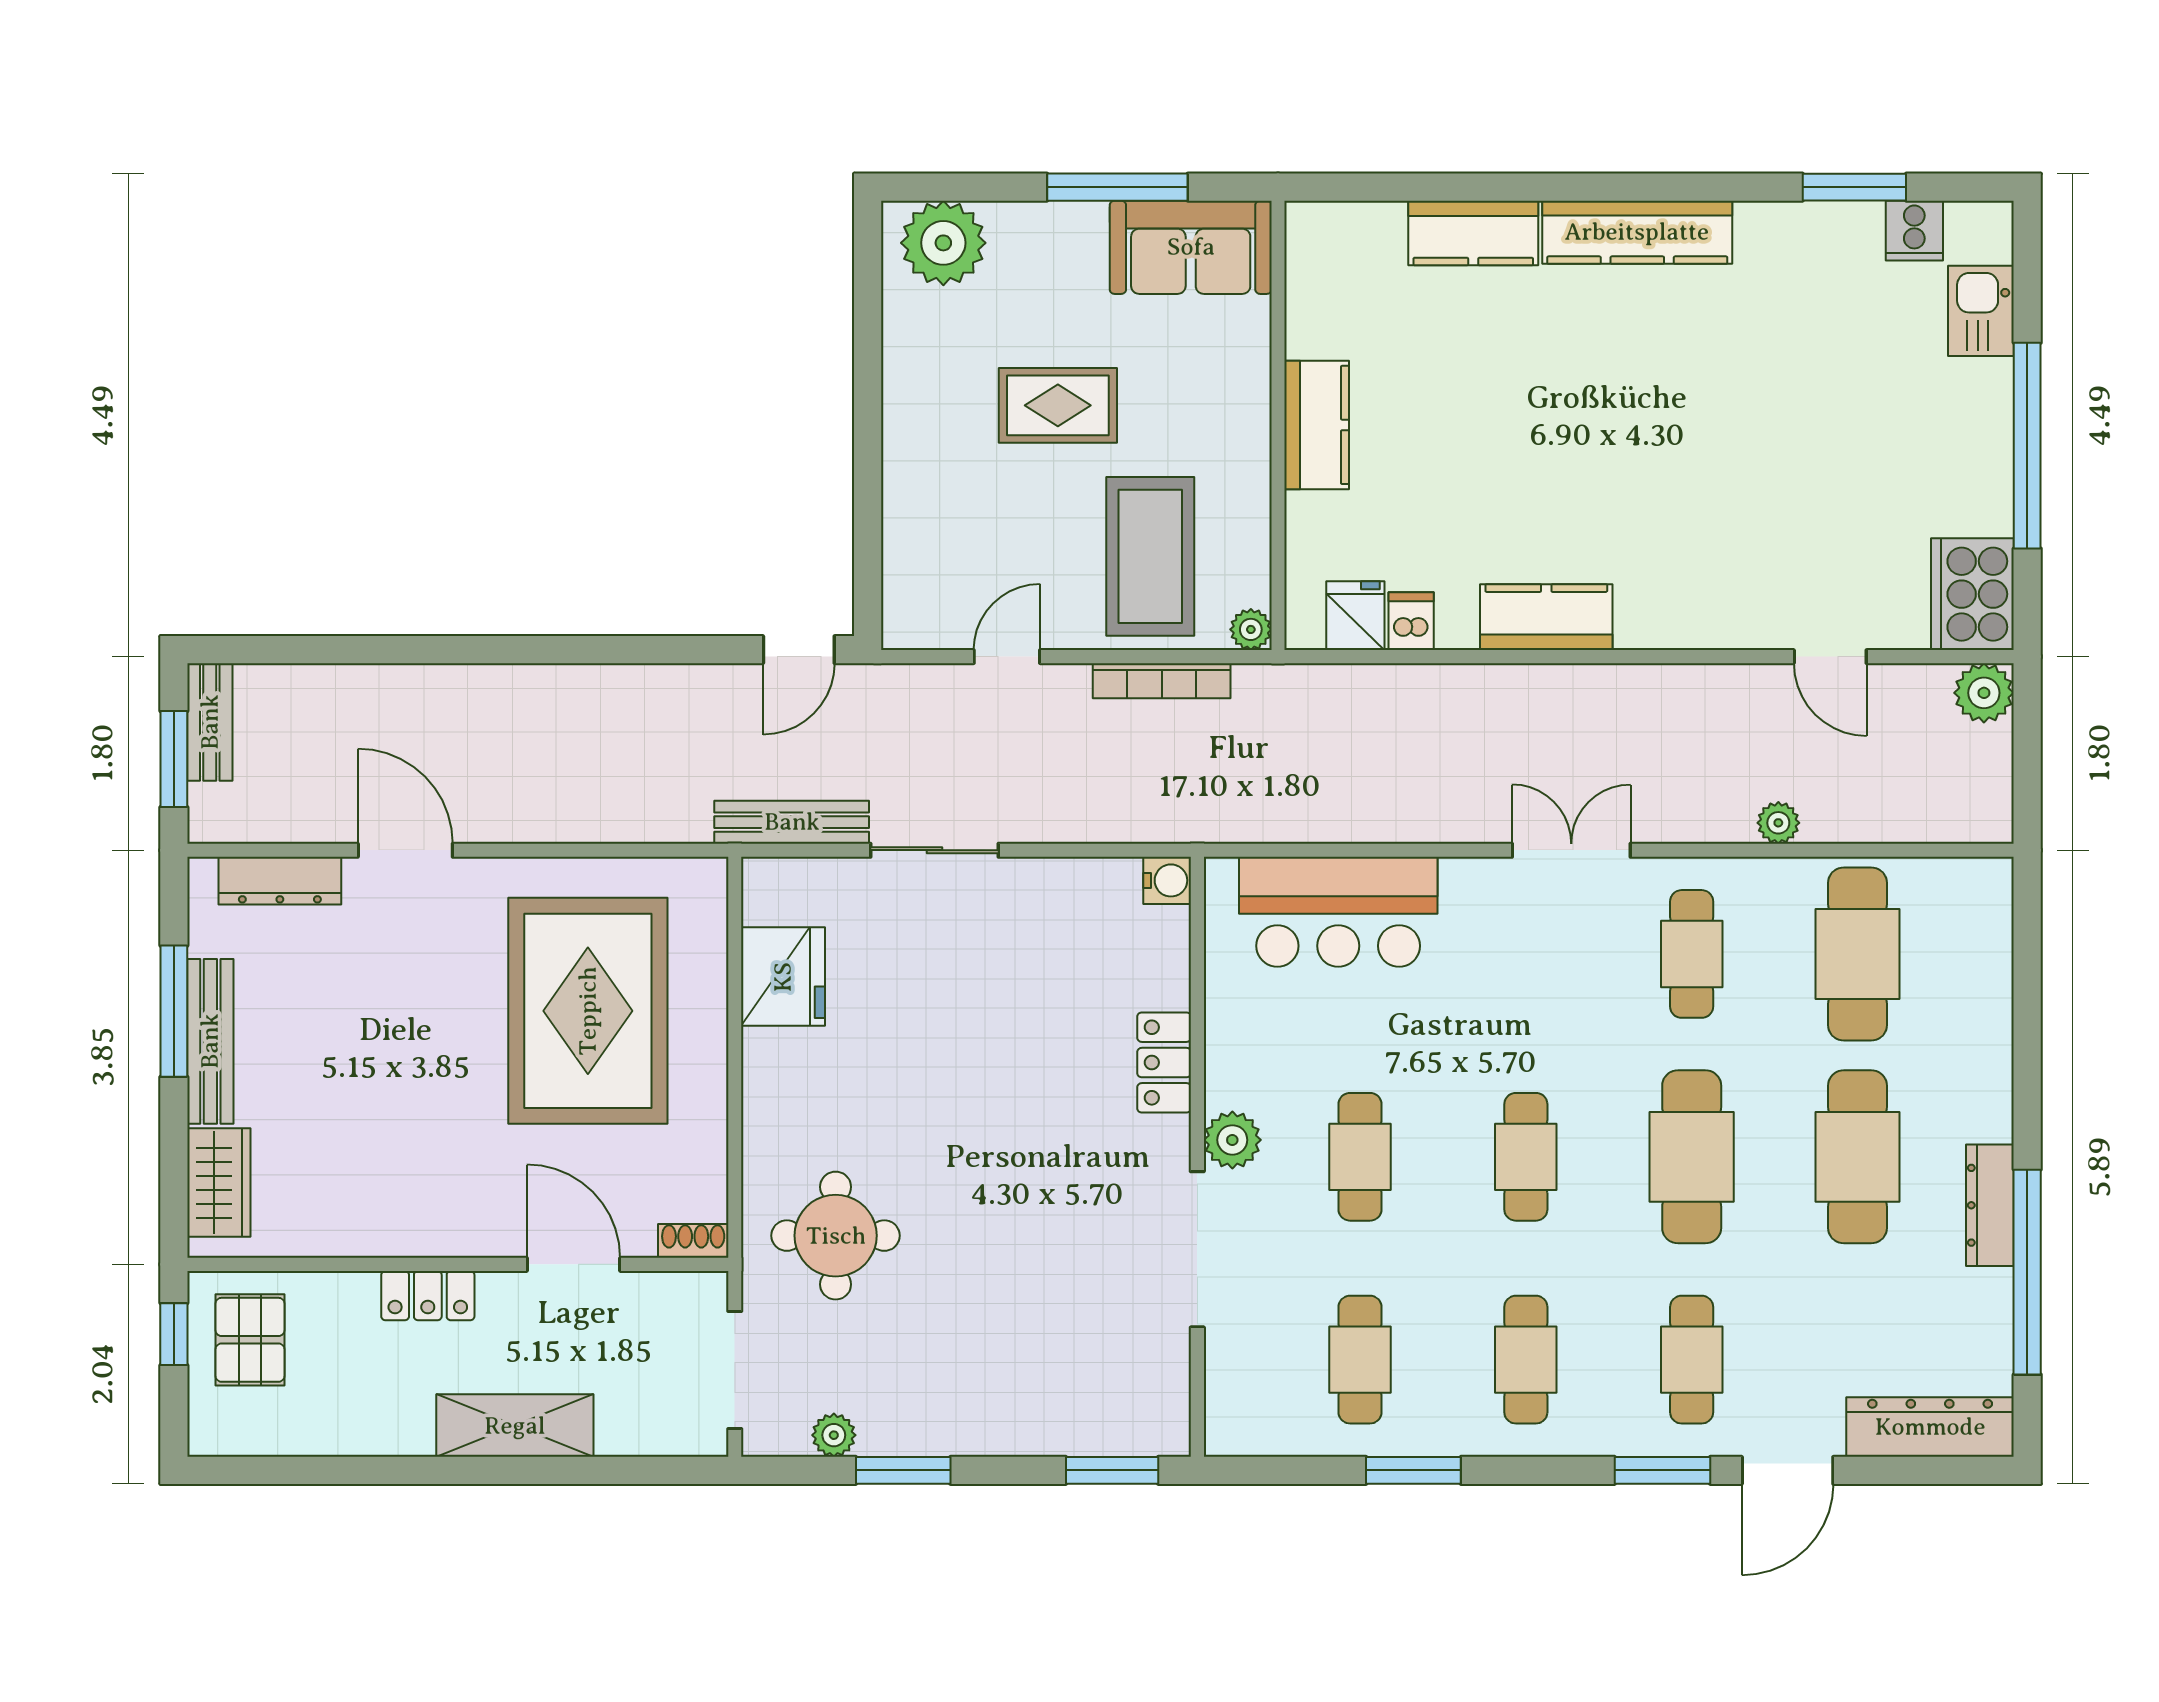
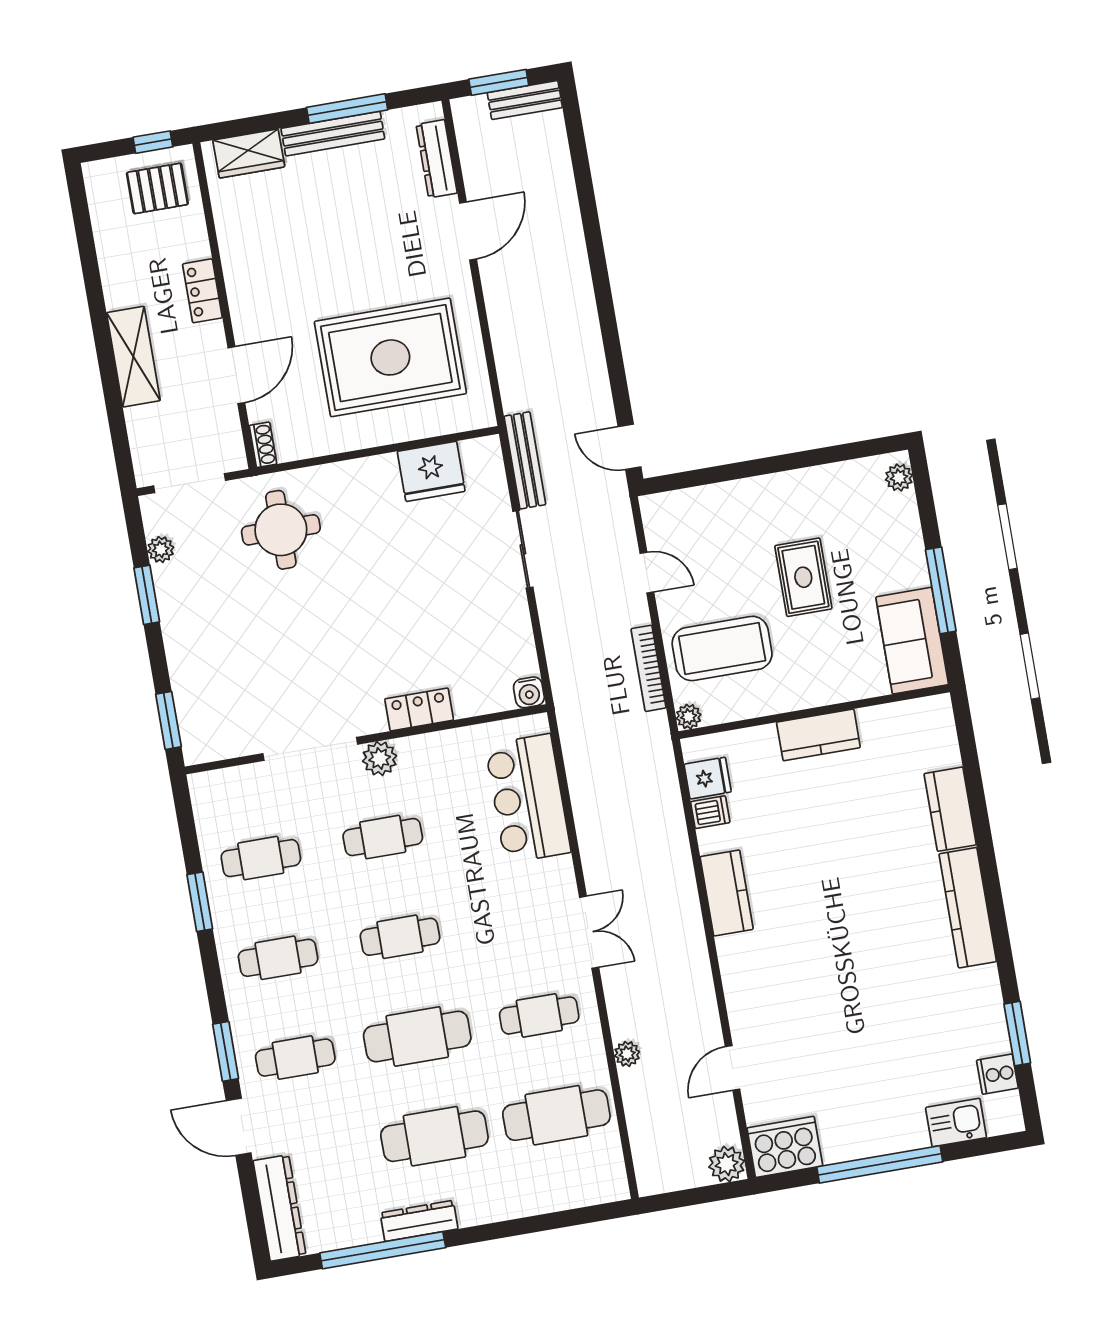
plant: (943, 243) -> (899, 478), width x0.53, depth x0.53

